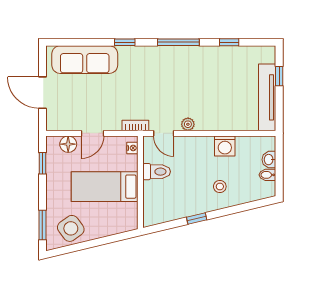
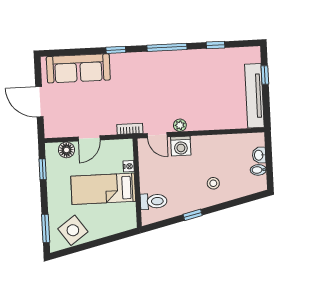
washing machine: (225, 146) -> (181, 146), moved
nightstand: (132, 148) -> (129, 166), moved
toilet: (157, 172) -> (154, 201), moved

